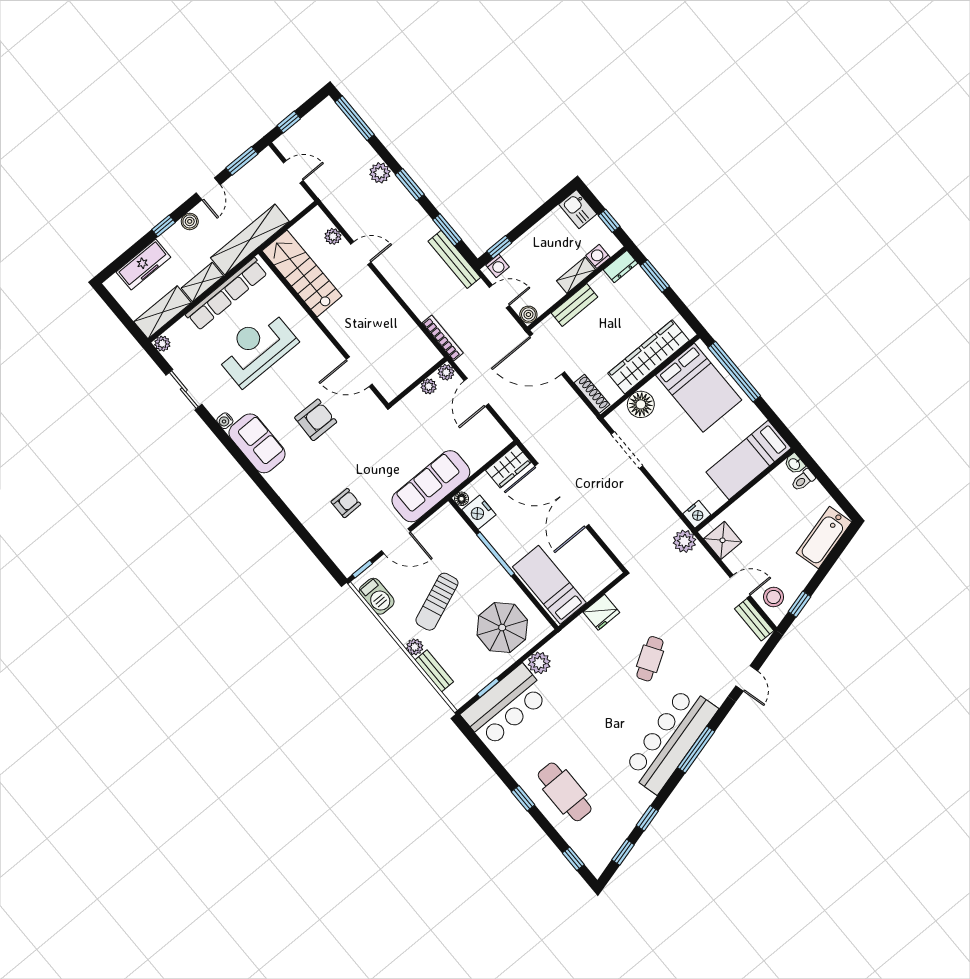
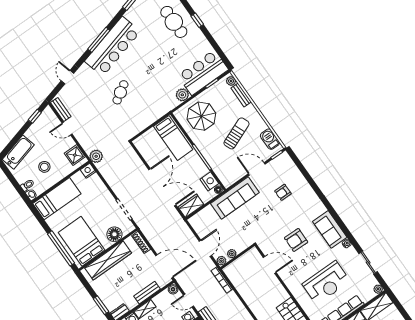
stool: (774, 597) -> (44, 167), moved
fridge: (601, 612) -> (145, 120), removed
plant: (415, 647) -> (231, 81), moved

